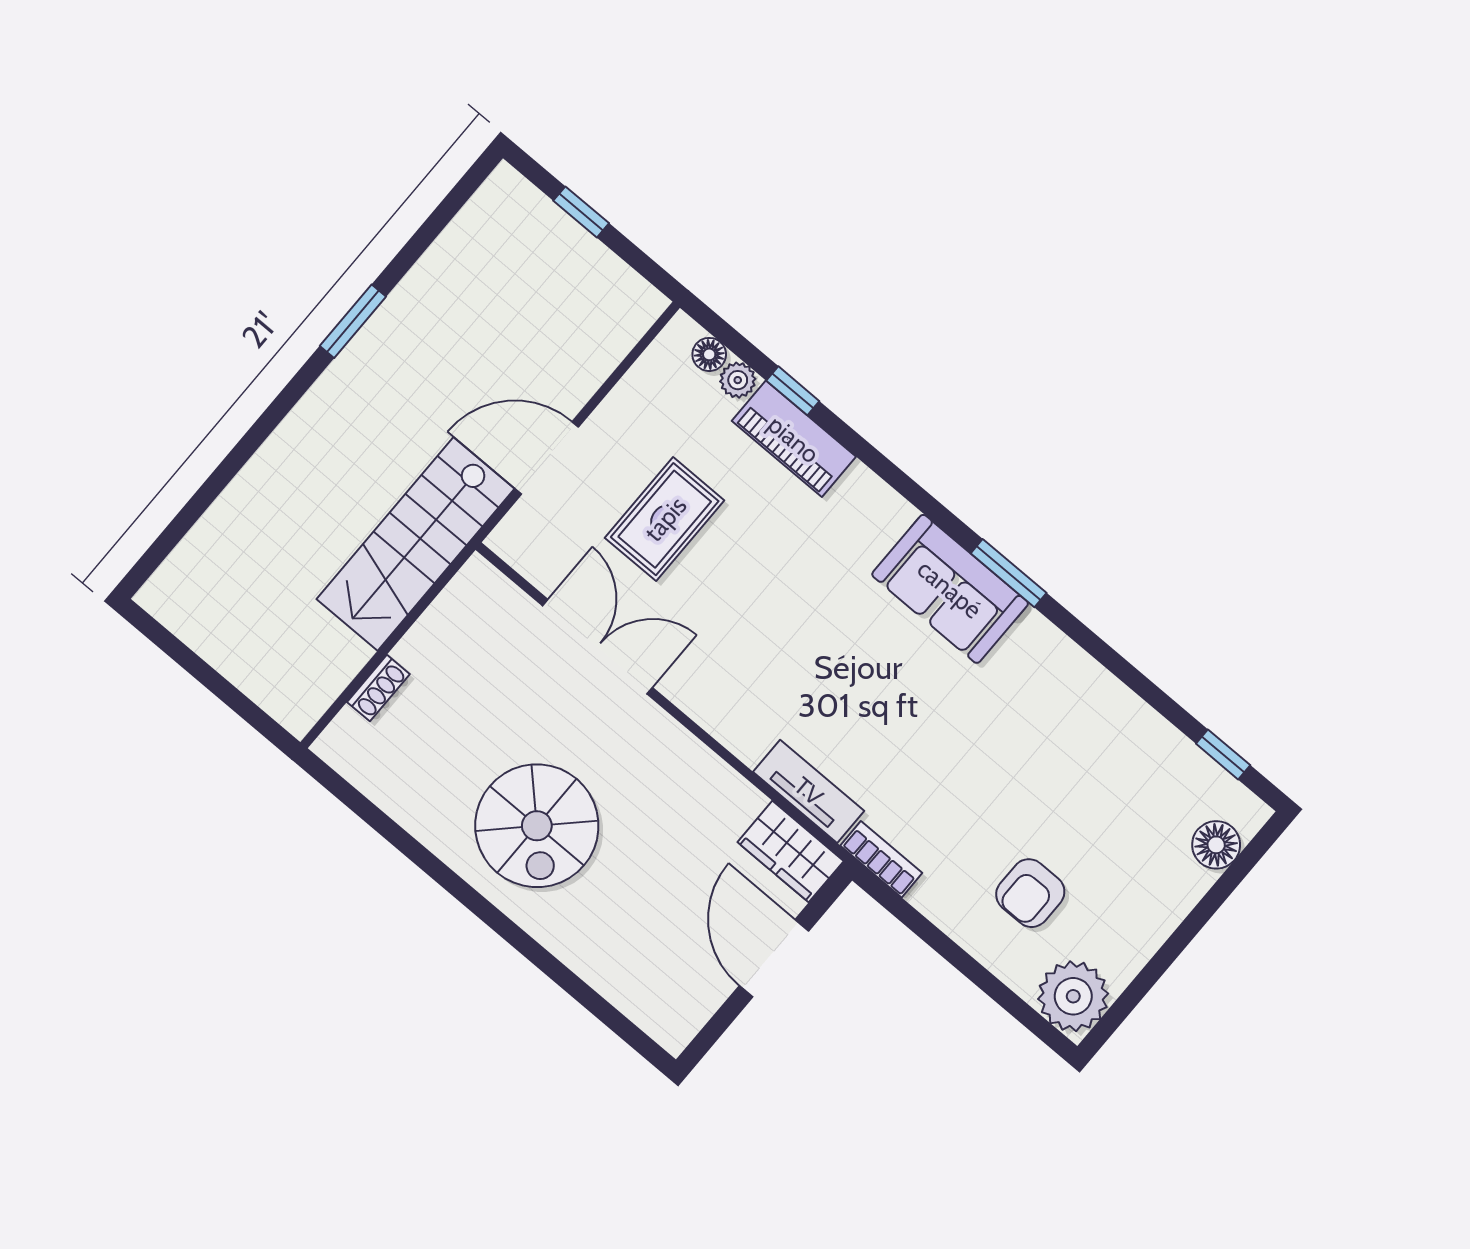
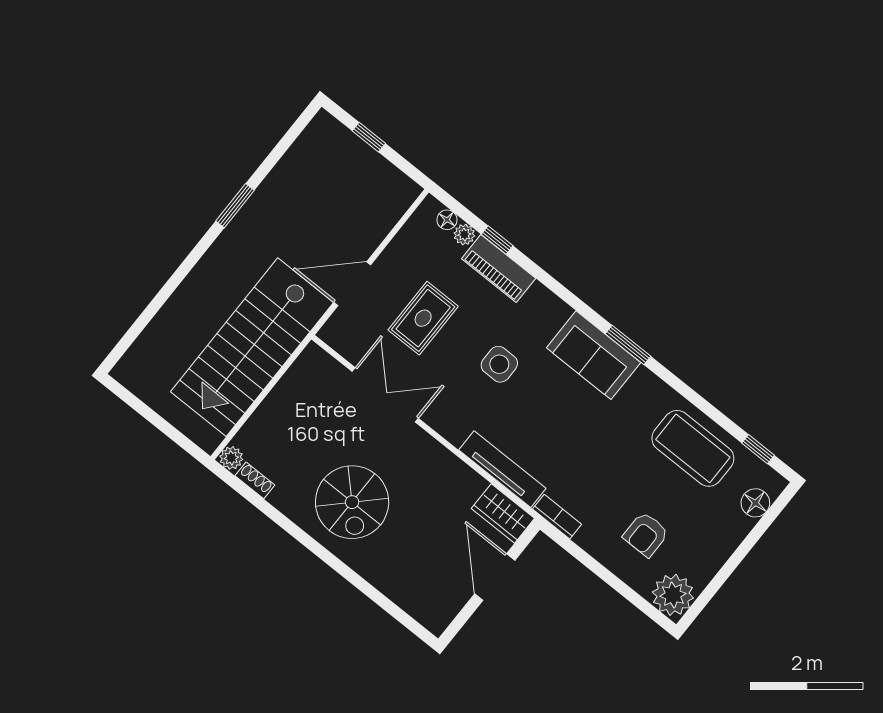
stairs: (416, 544) -> (252, 347), width x1.36, depth x1.51
side table: (791, 600) -> (499, 364), added
shoe rack: (378, 688) -> (255, 480), moved, turned -90
plant: (335, 746) -> (231, 458), added
coffee table: (1113, 750) -> (693, 448), added
tv unit: (809, 791) -> (502, 469), width x1.41

